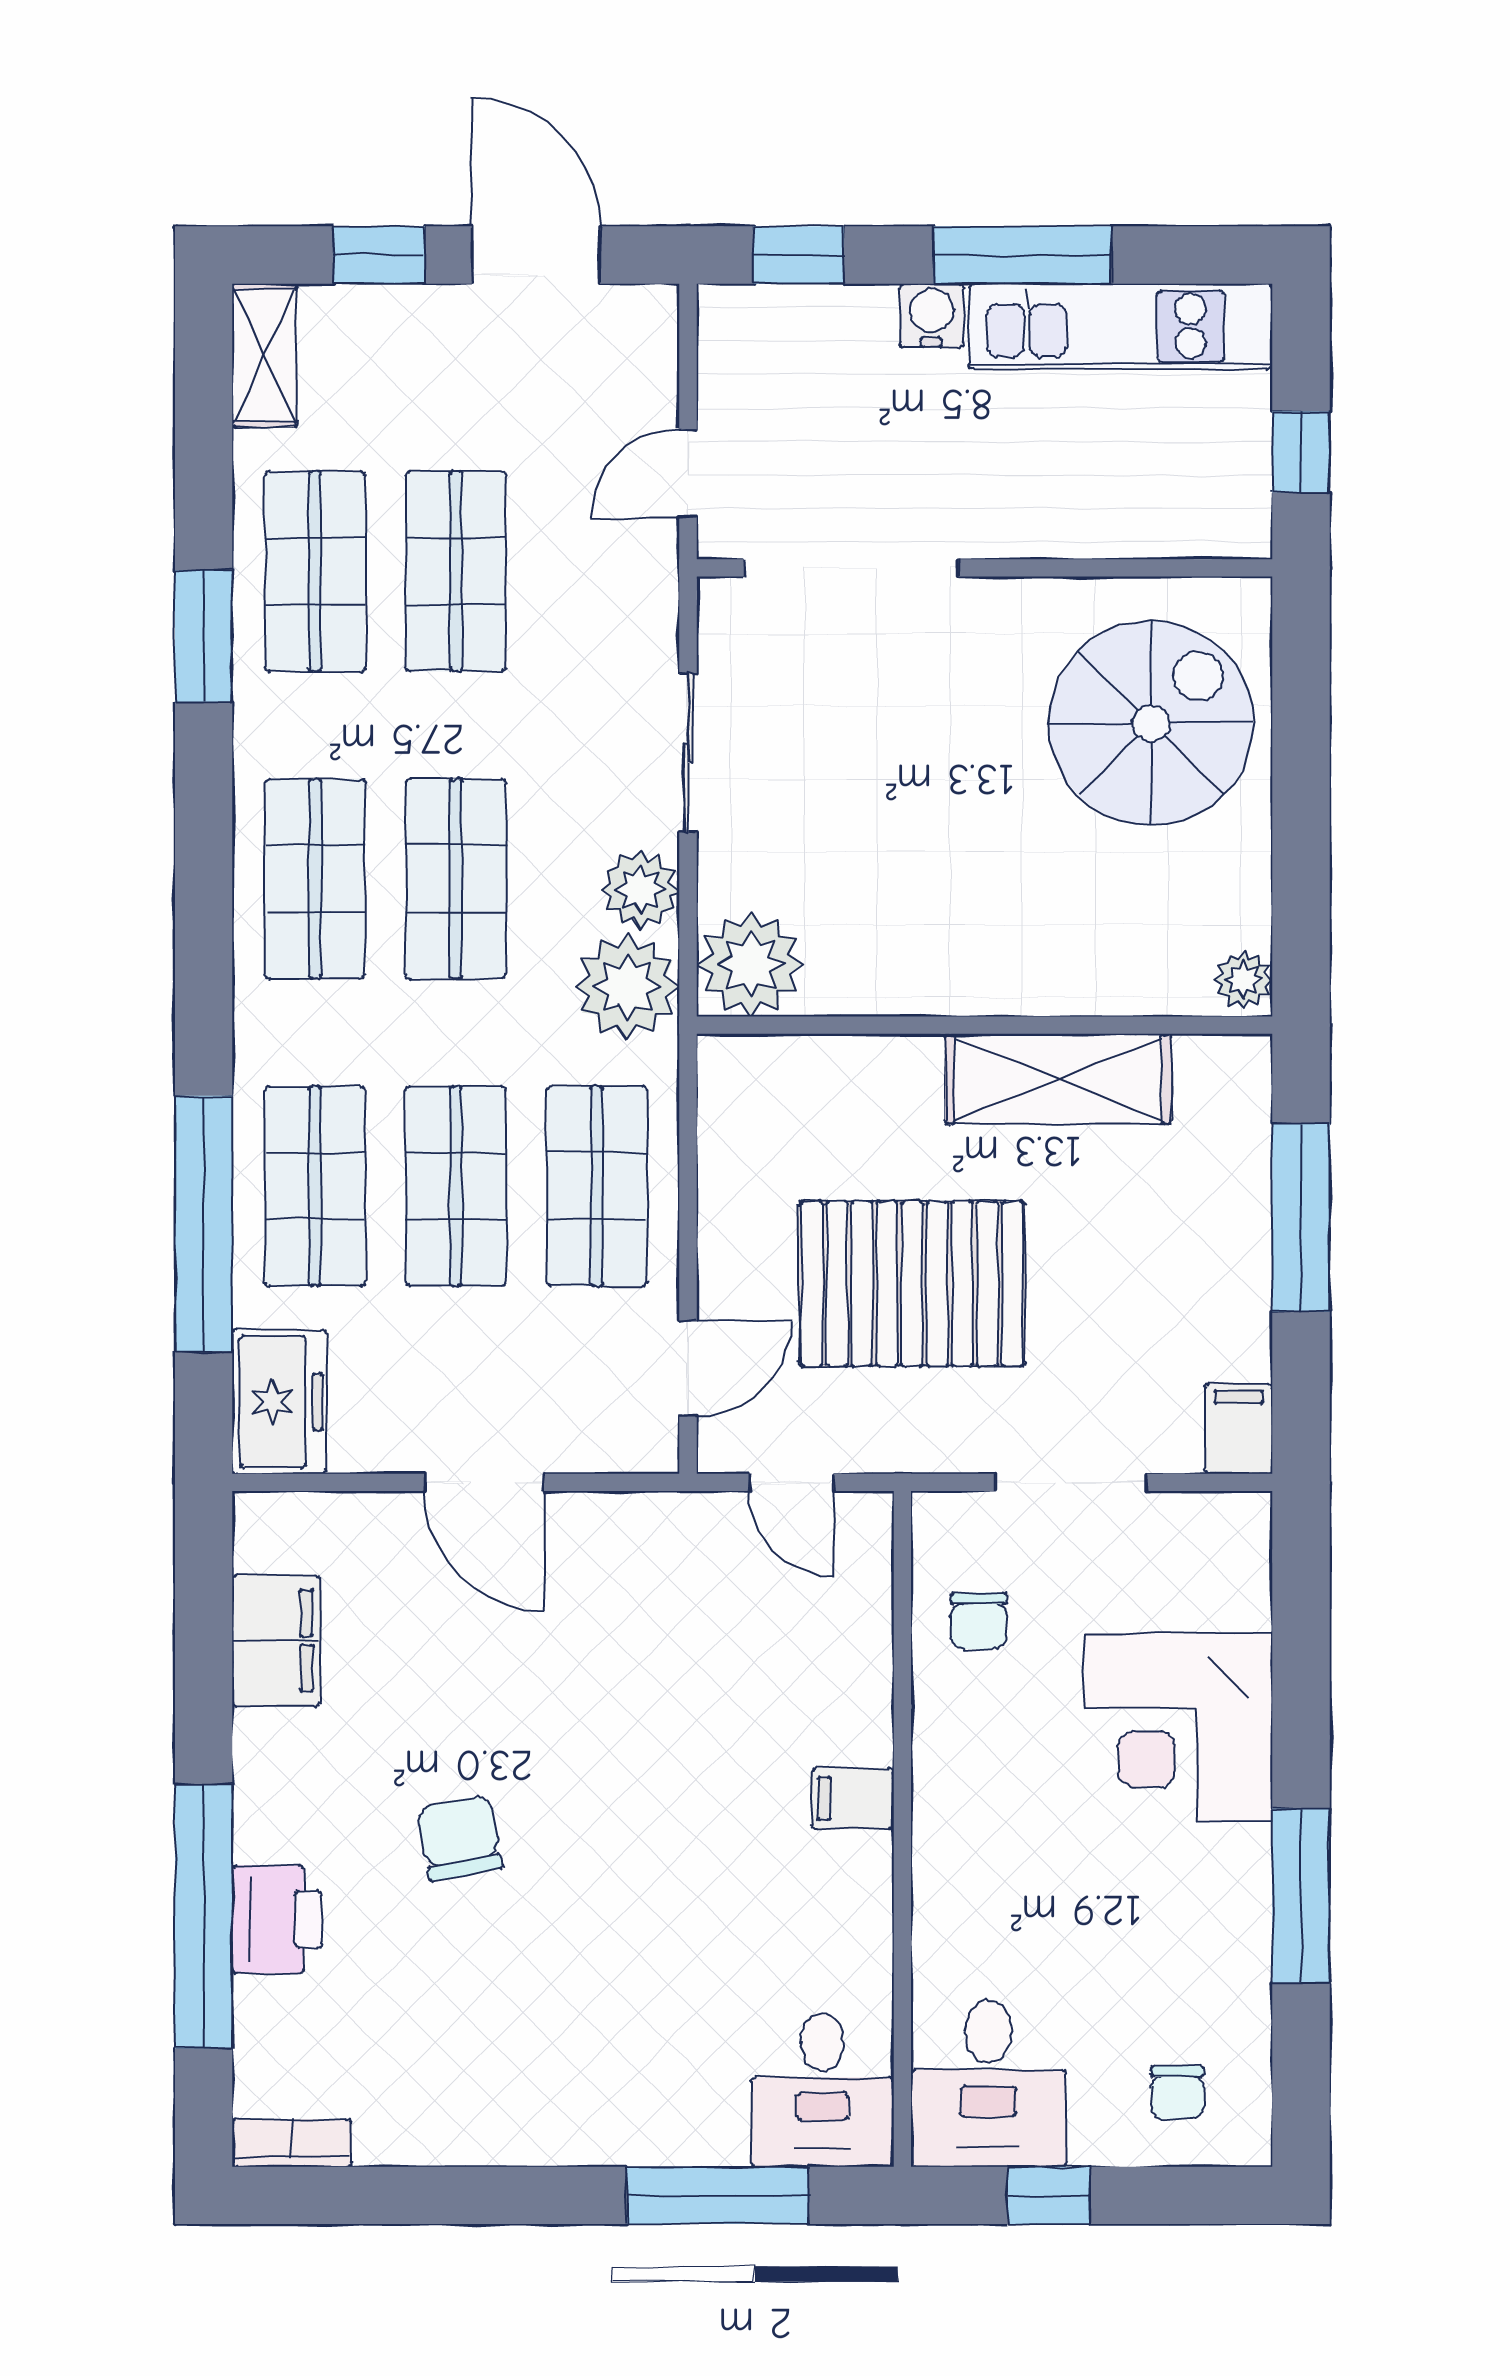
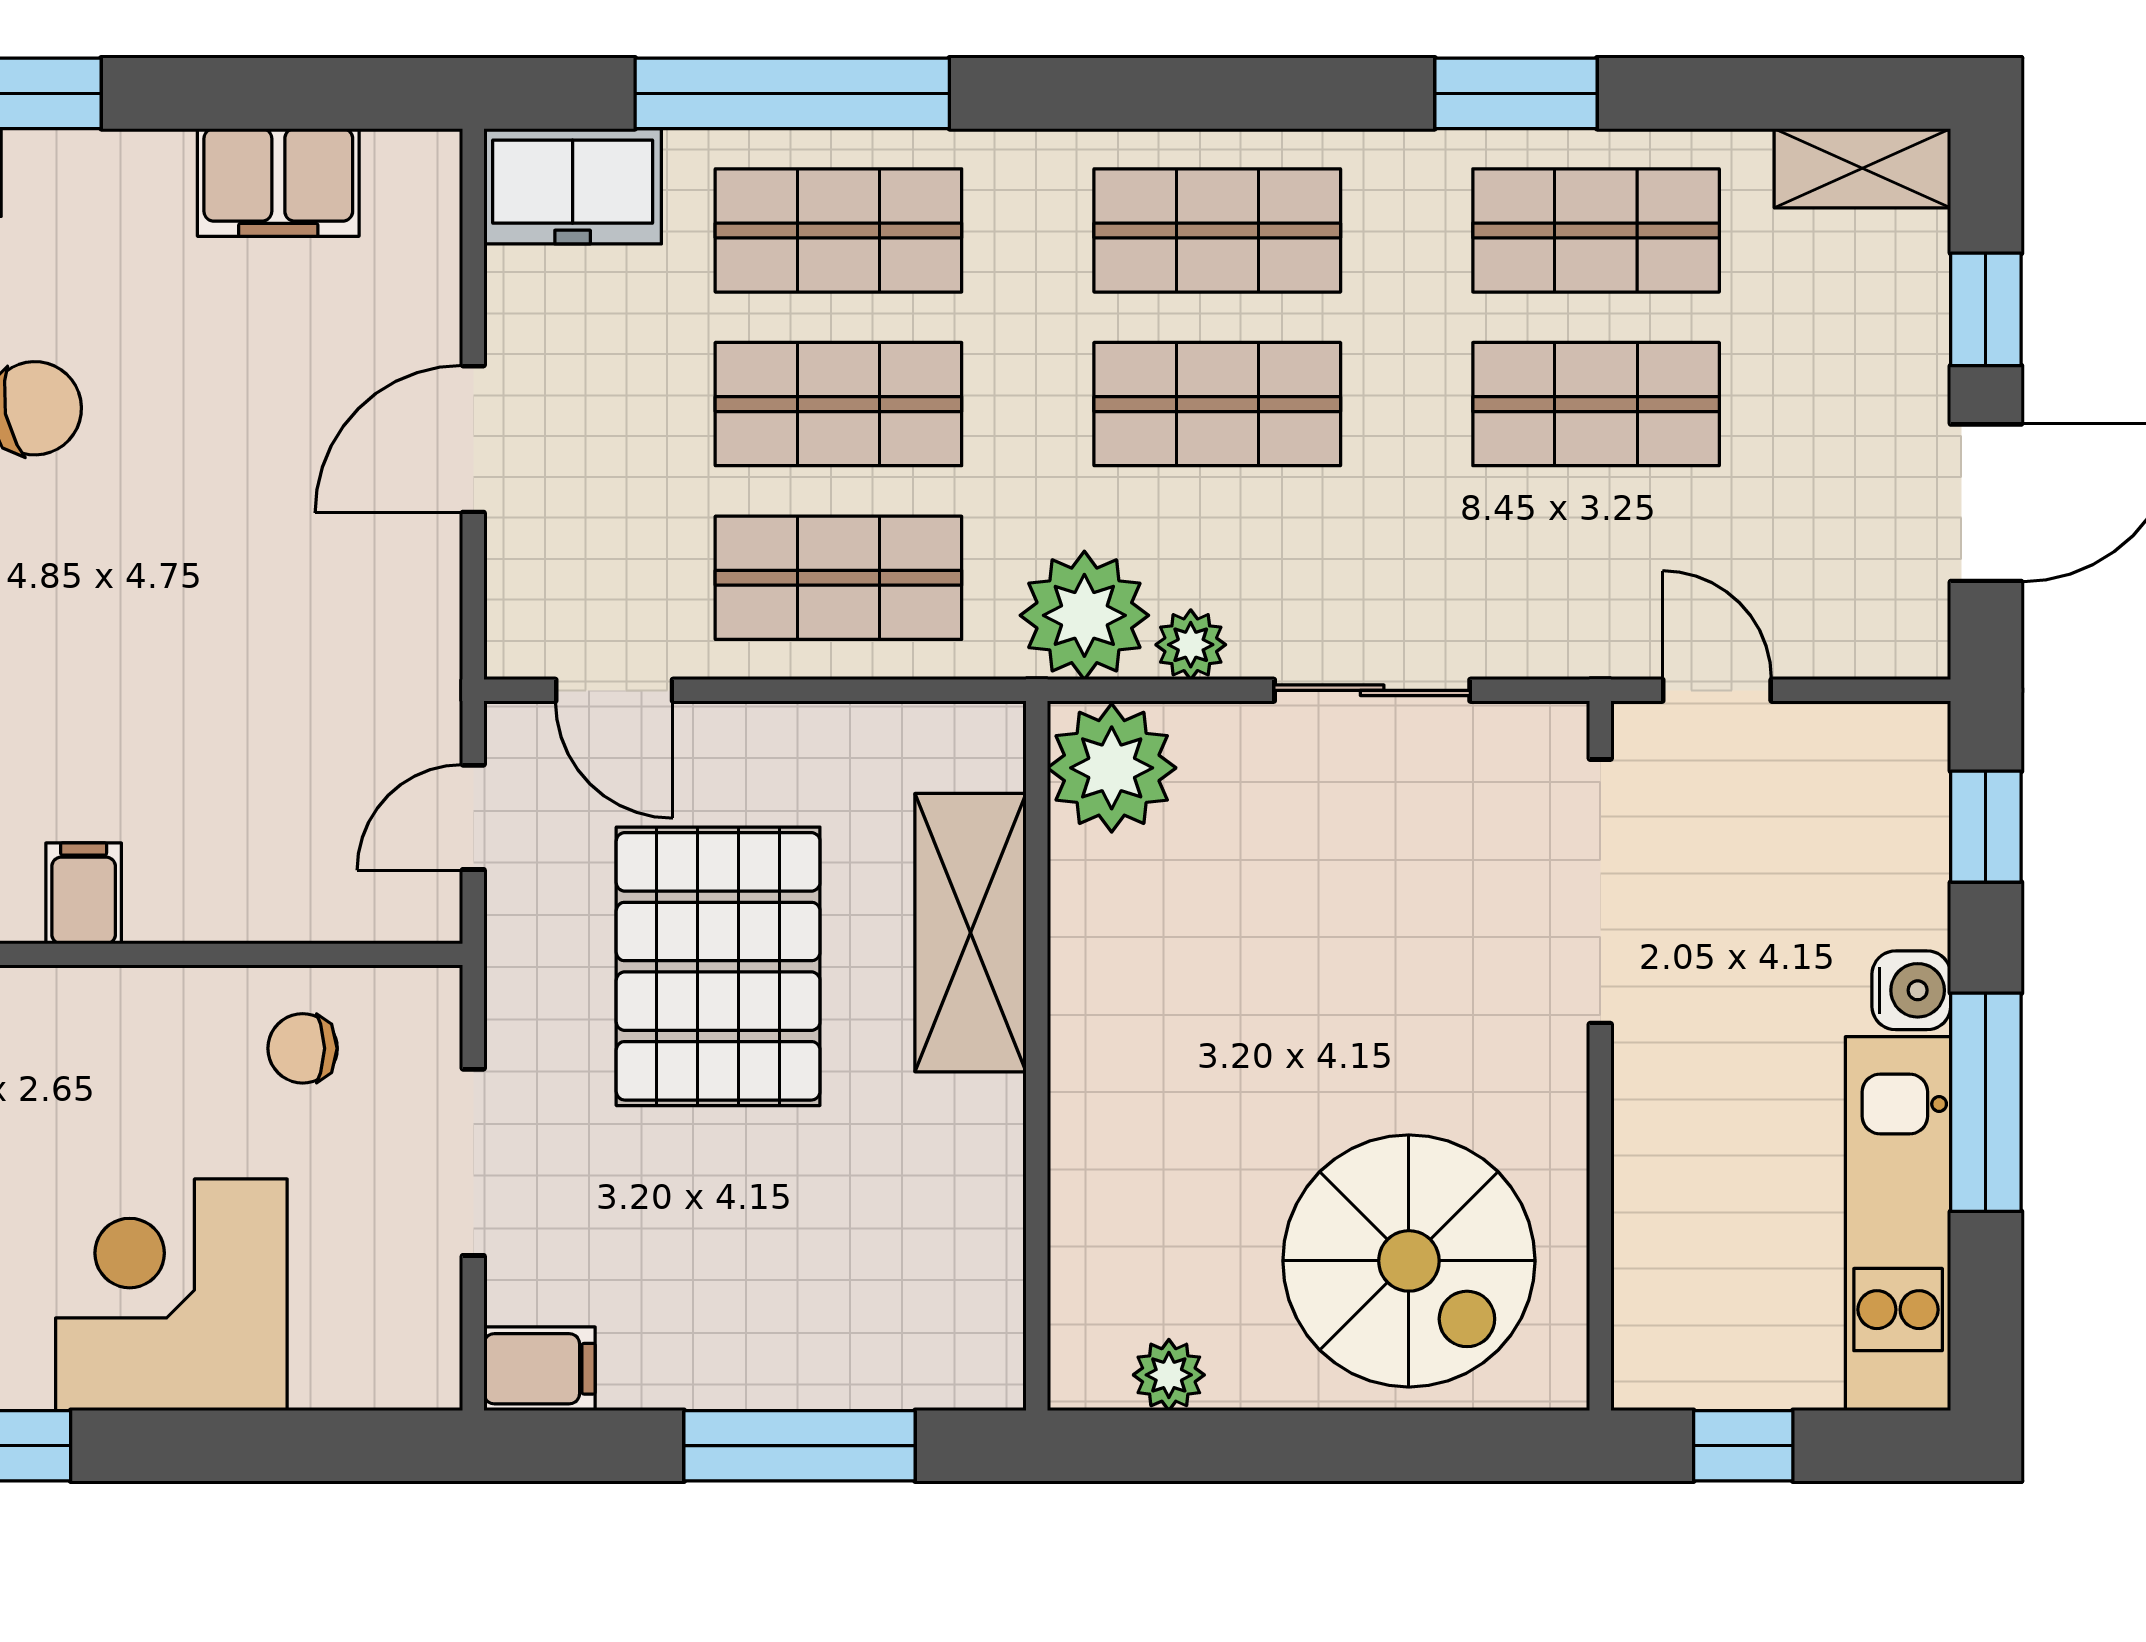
plant: (640, 890) -> (1191, 645), width x0.73, depth x0.73
plant: (1244, 980) -> (1169, 1375), moved
shelving: (1058, 1079) -> (970, 933), moved

